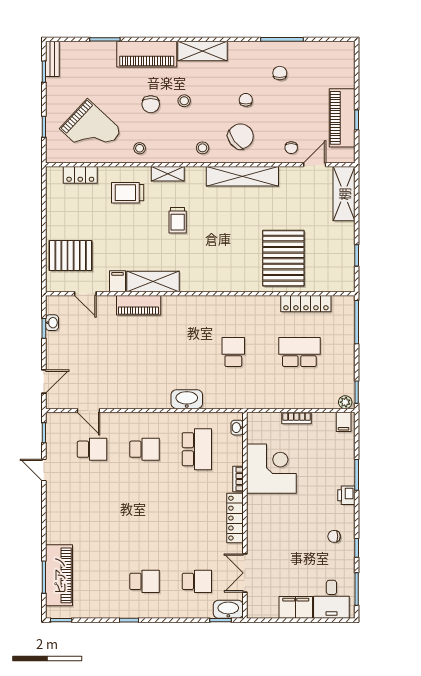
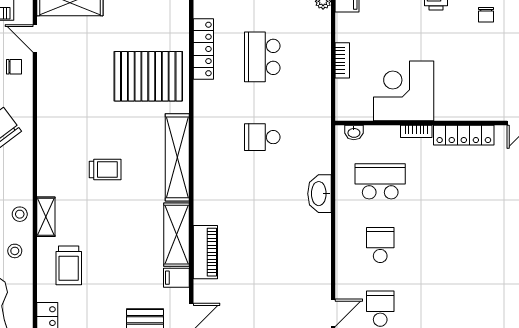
stool: (203, 148) -> (20, 214), moved
shelving: (242, 176) -> (177, 157), moved
trolley: (178, 220) -> (105, 170), moved

